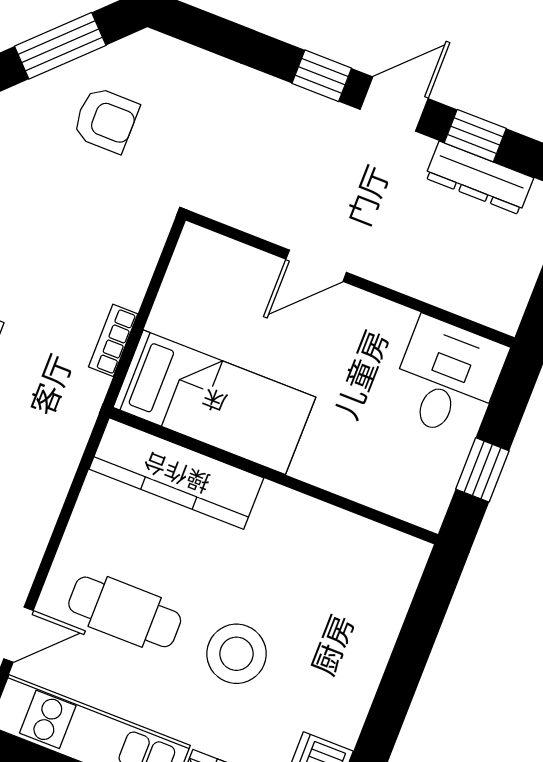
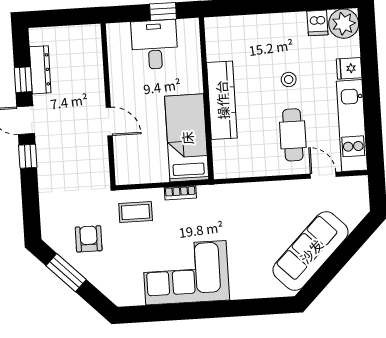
coffee table: (116, 236) -> (136, 212), added
desk: (447, 378) -> (154, 45), moved, turned 90
kitchen counter: (176, 474) -> (222, 100), moved
stool: (236, 654) -> (289, 79), width x0.53, depth x0.53

